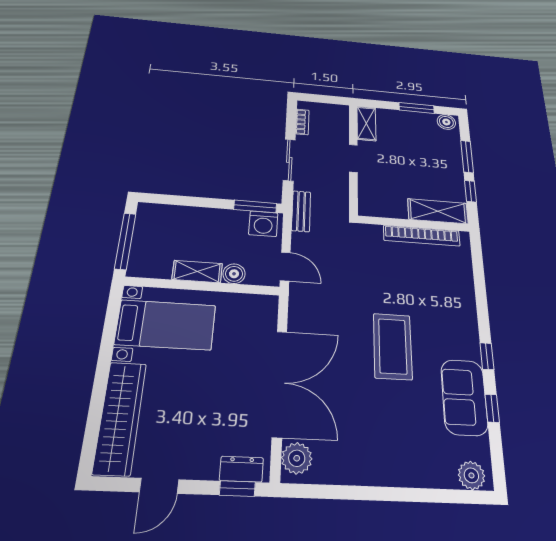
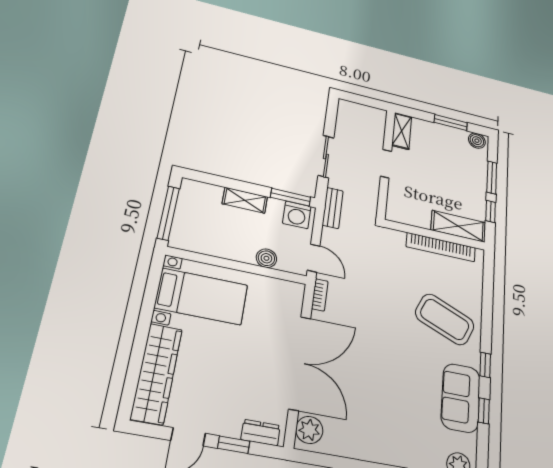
bookcase: (302, 122) -> (320, 295), moved
shelving: (197, 272) -> (245, 200), moved
coffee table: (393, 346) -> (445, 319), moved, turned -67
window: (237, 489) -> (234, 445), moved

